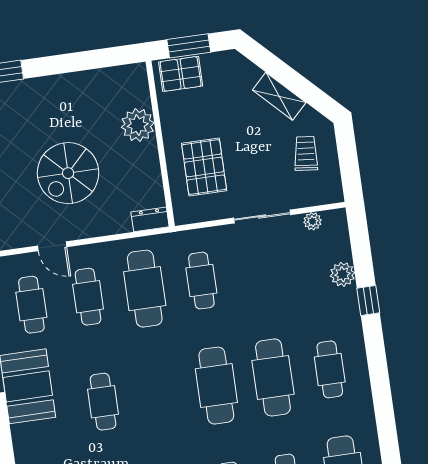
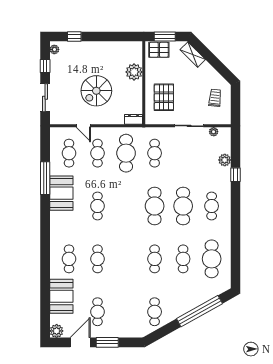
shelving: (279, 96) -> (193, 55), moved

